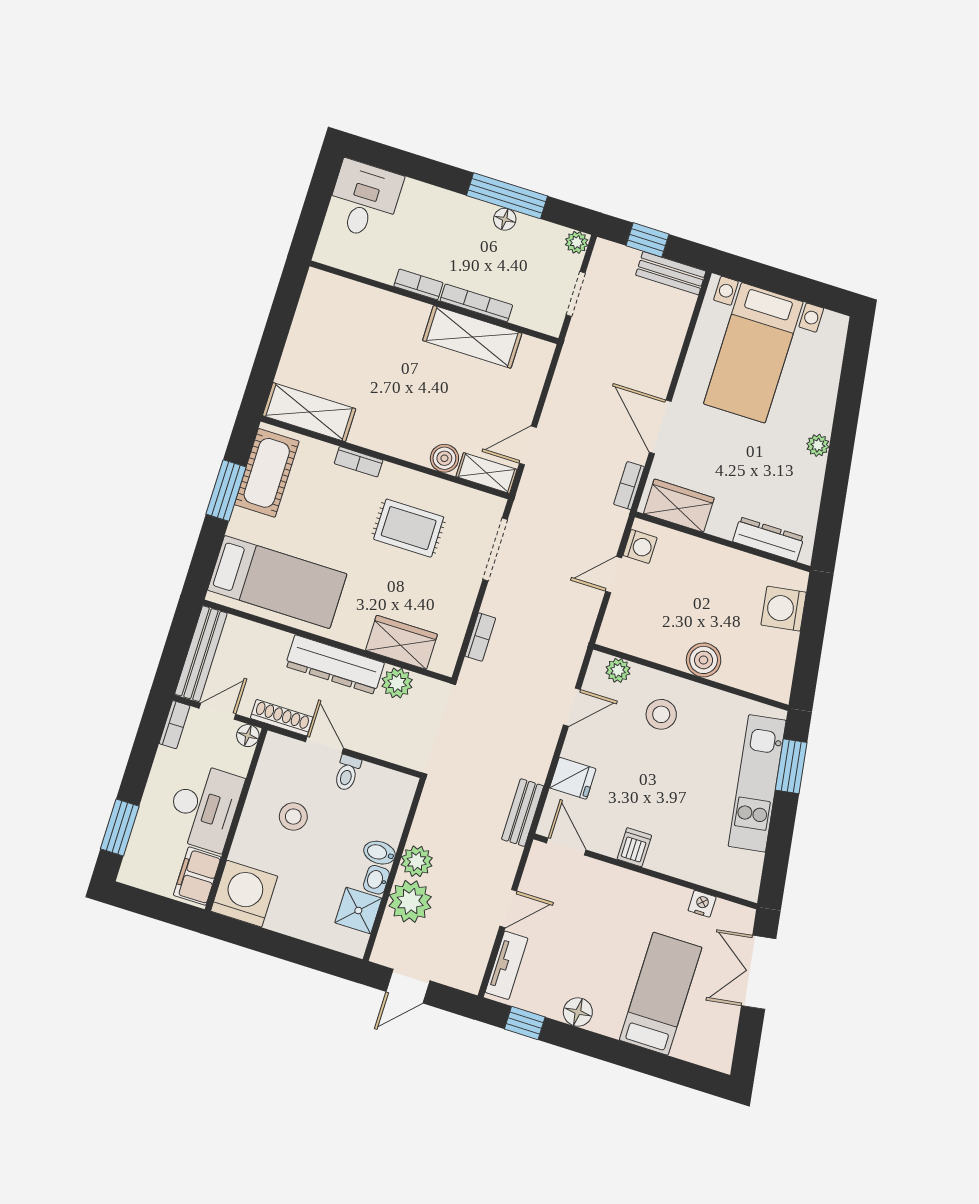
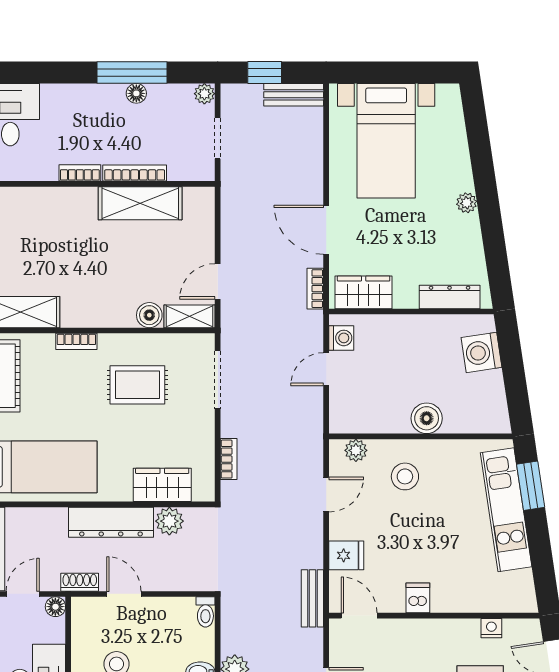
shoe rack: (282, 718) -> (80, 582), width x0.70
toilet: (347, 773) -> (205, 612), moved

